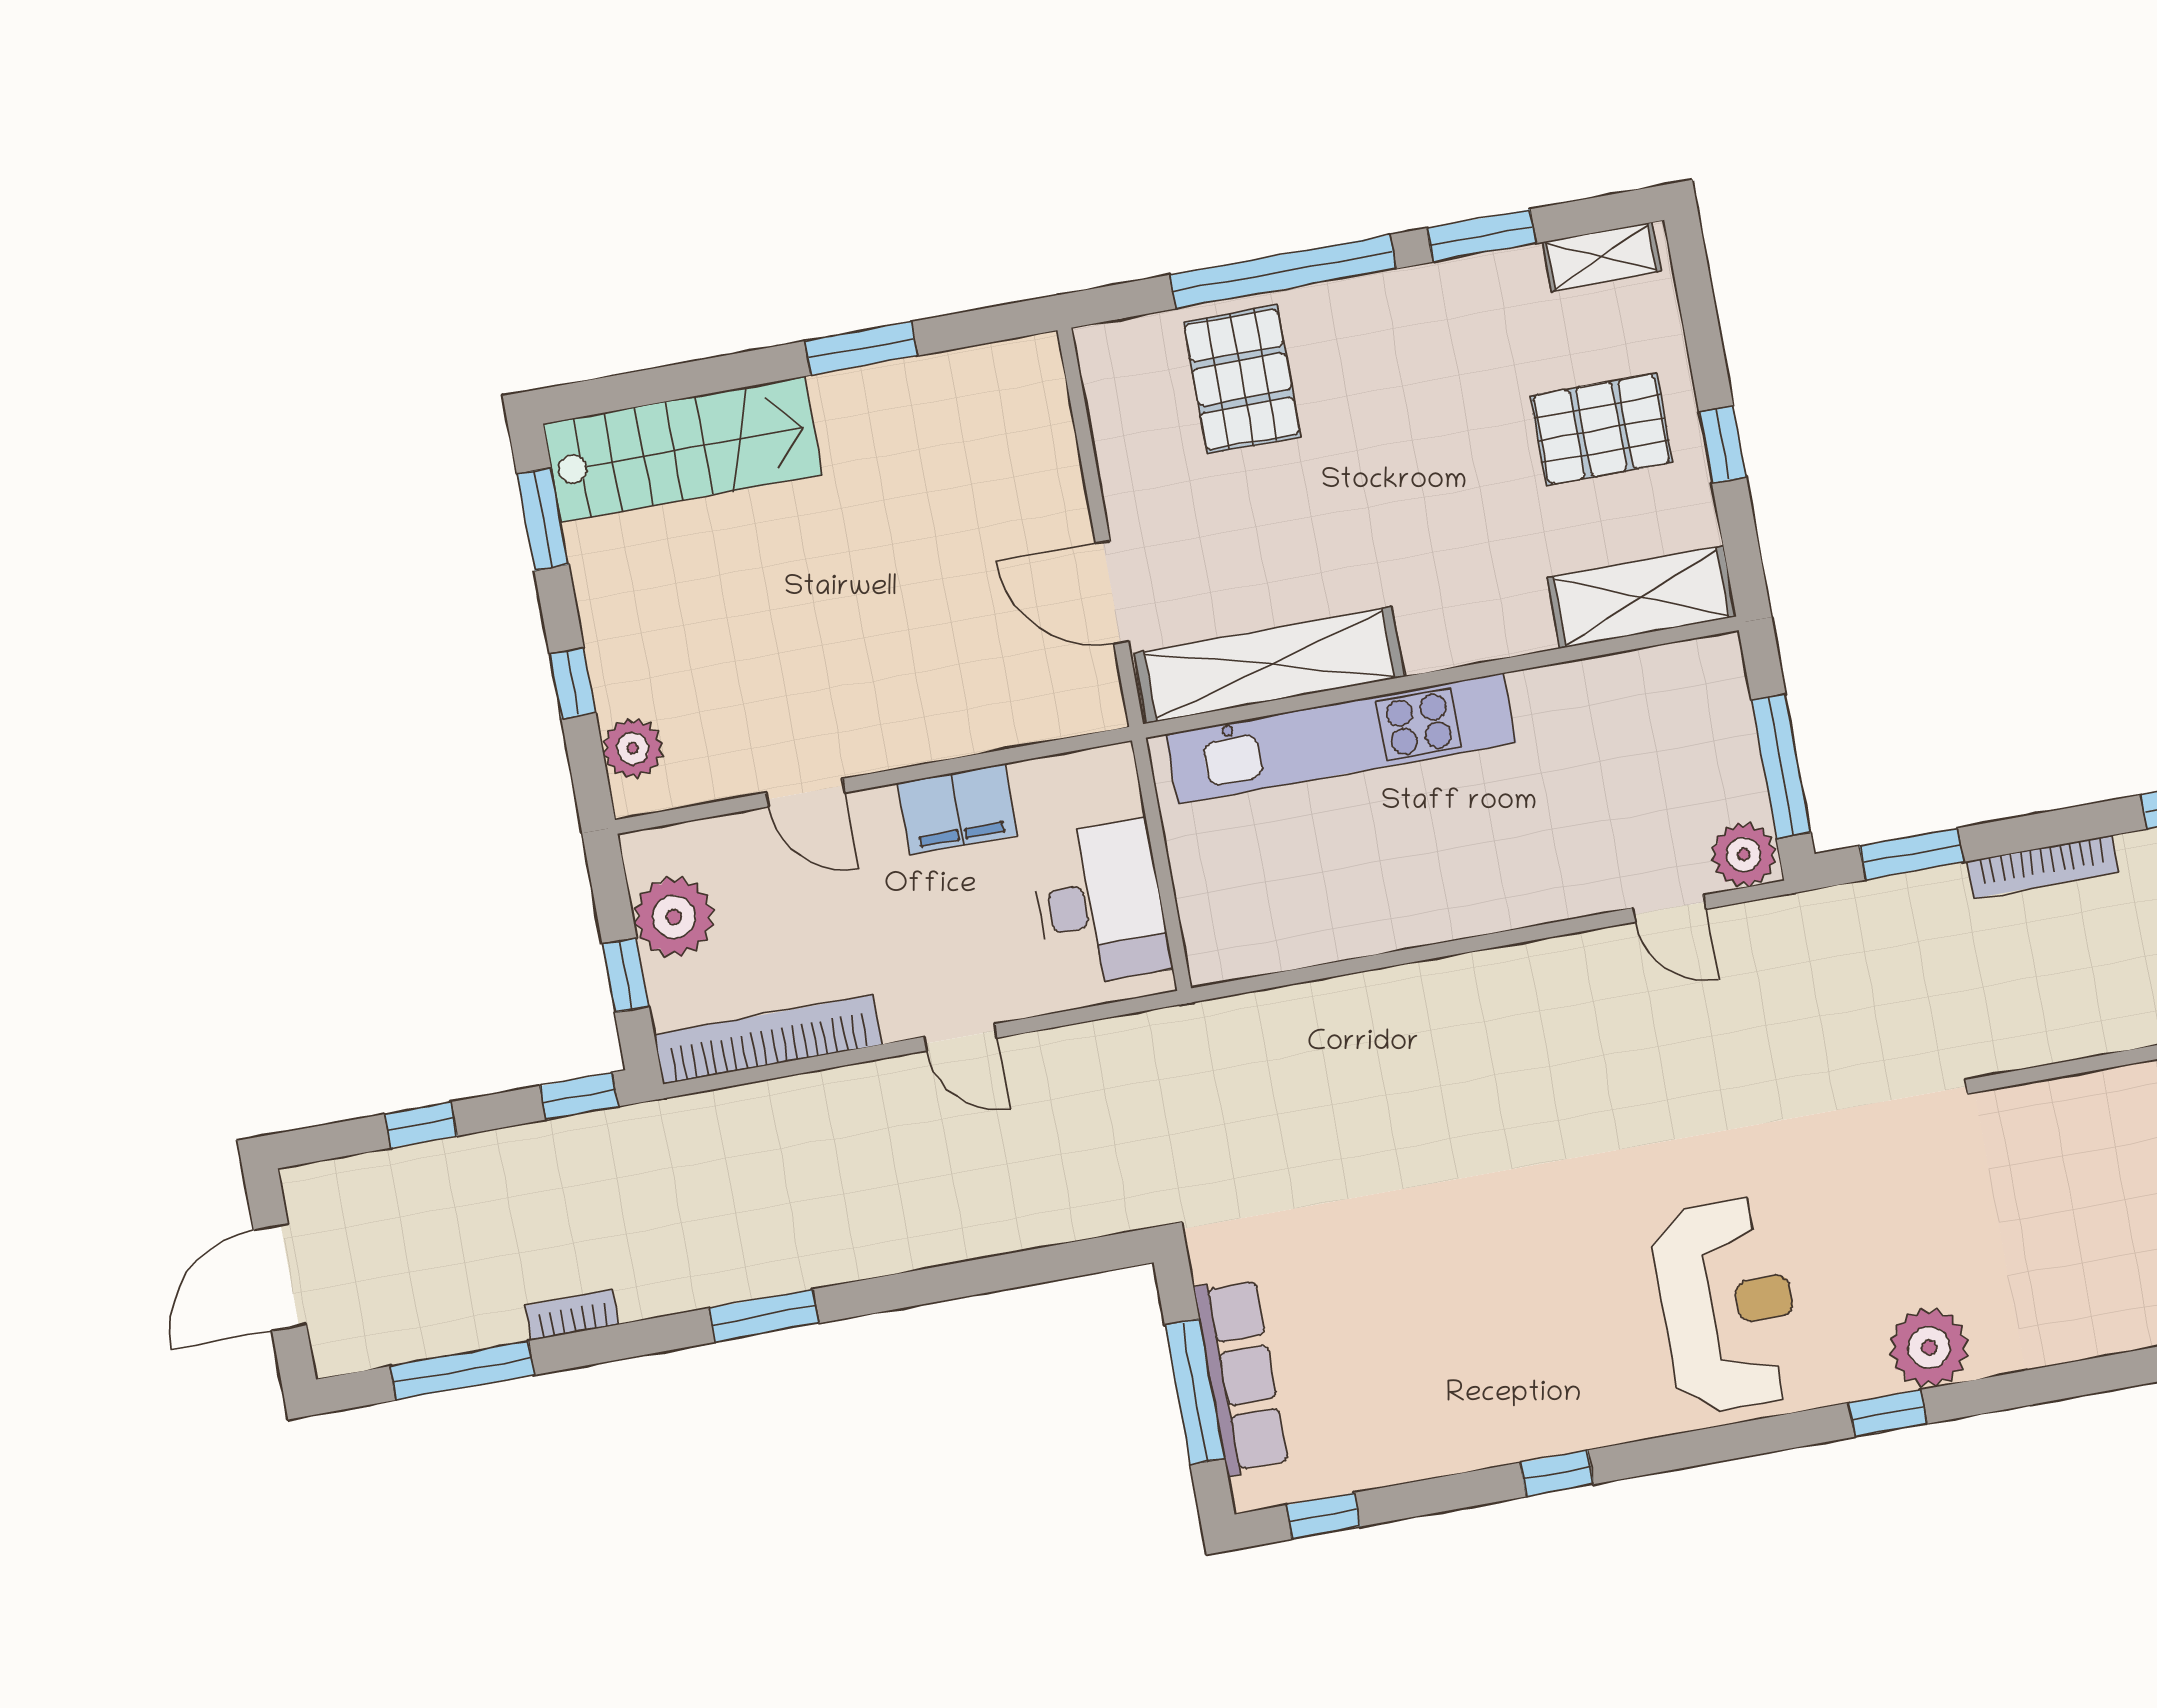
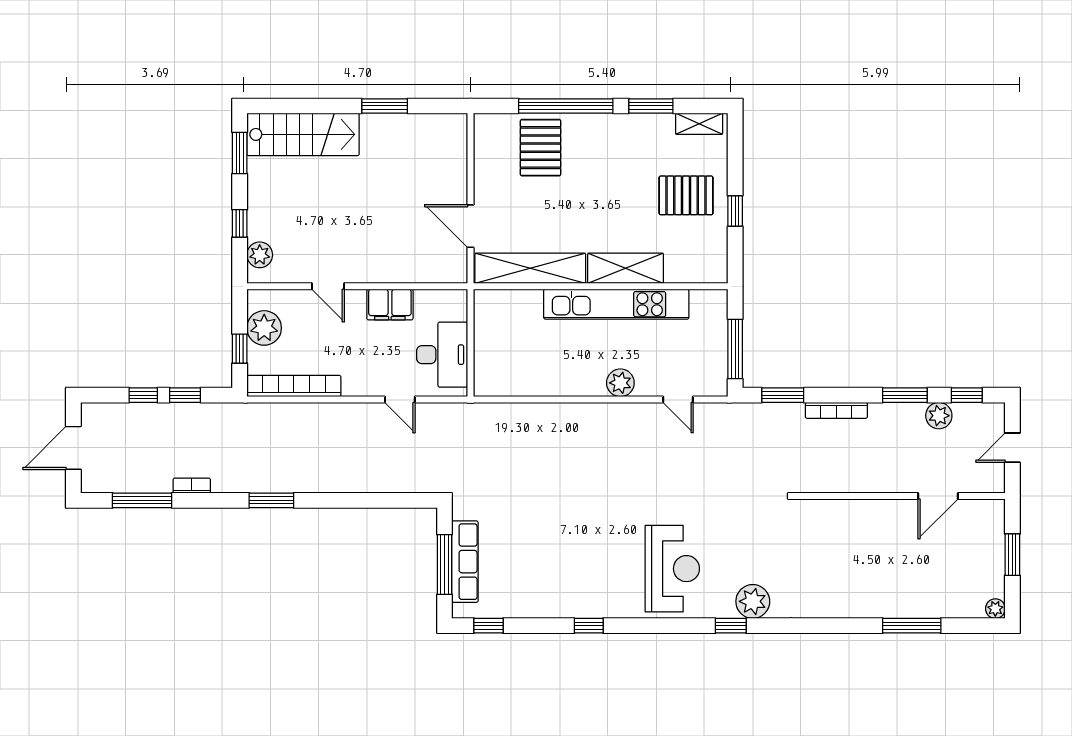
shelving: (1642, 597) -> (626, 268), moved
kitchen unit: (1341, 738) -> (616, 304), moved
plant: (1744, 855) -> (620, 383), moved
door: (961, 1037) -> (400, 400), moved
window: (579, 1096) -> (185, 395), moved

